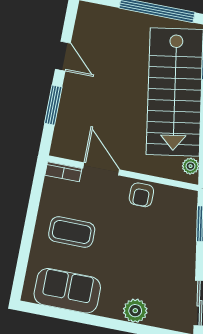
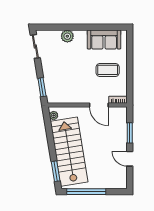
armchair: (141, 195) -> (76, 96), removed

